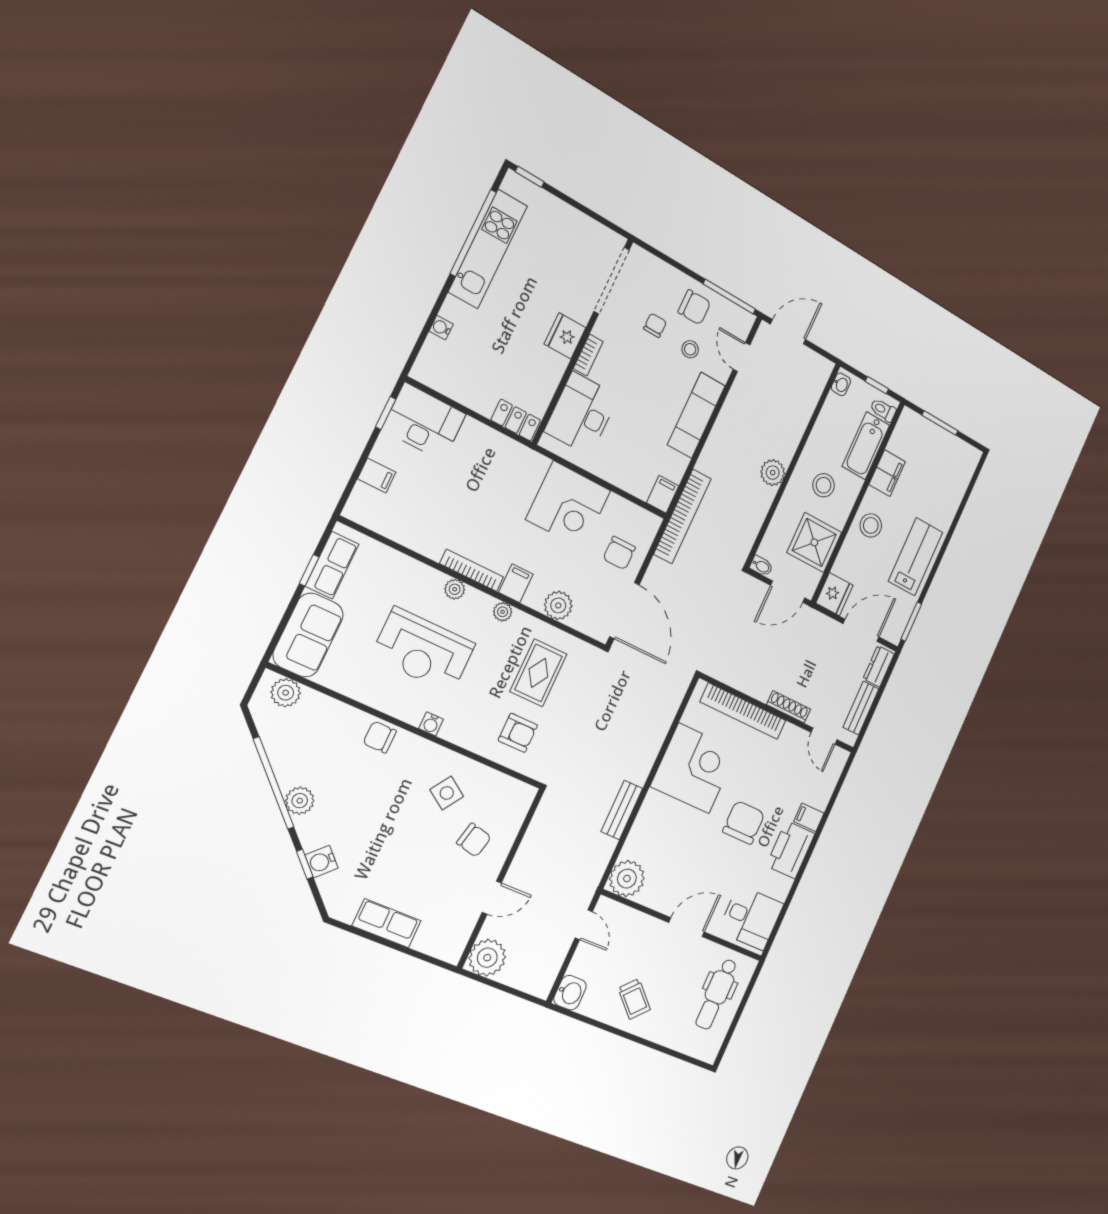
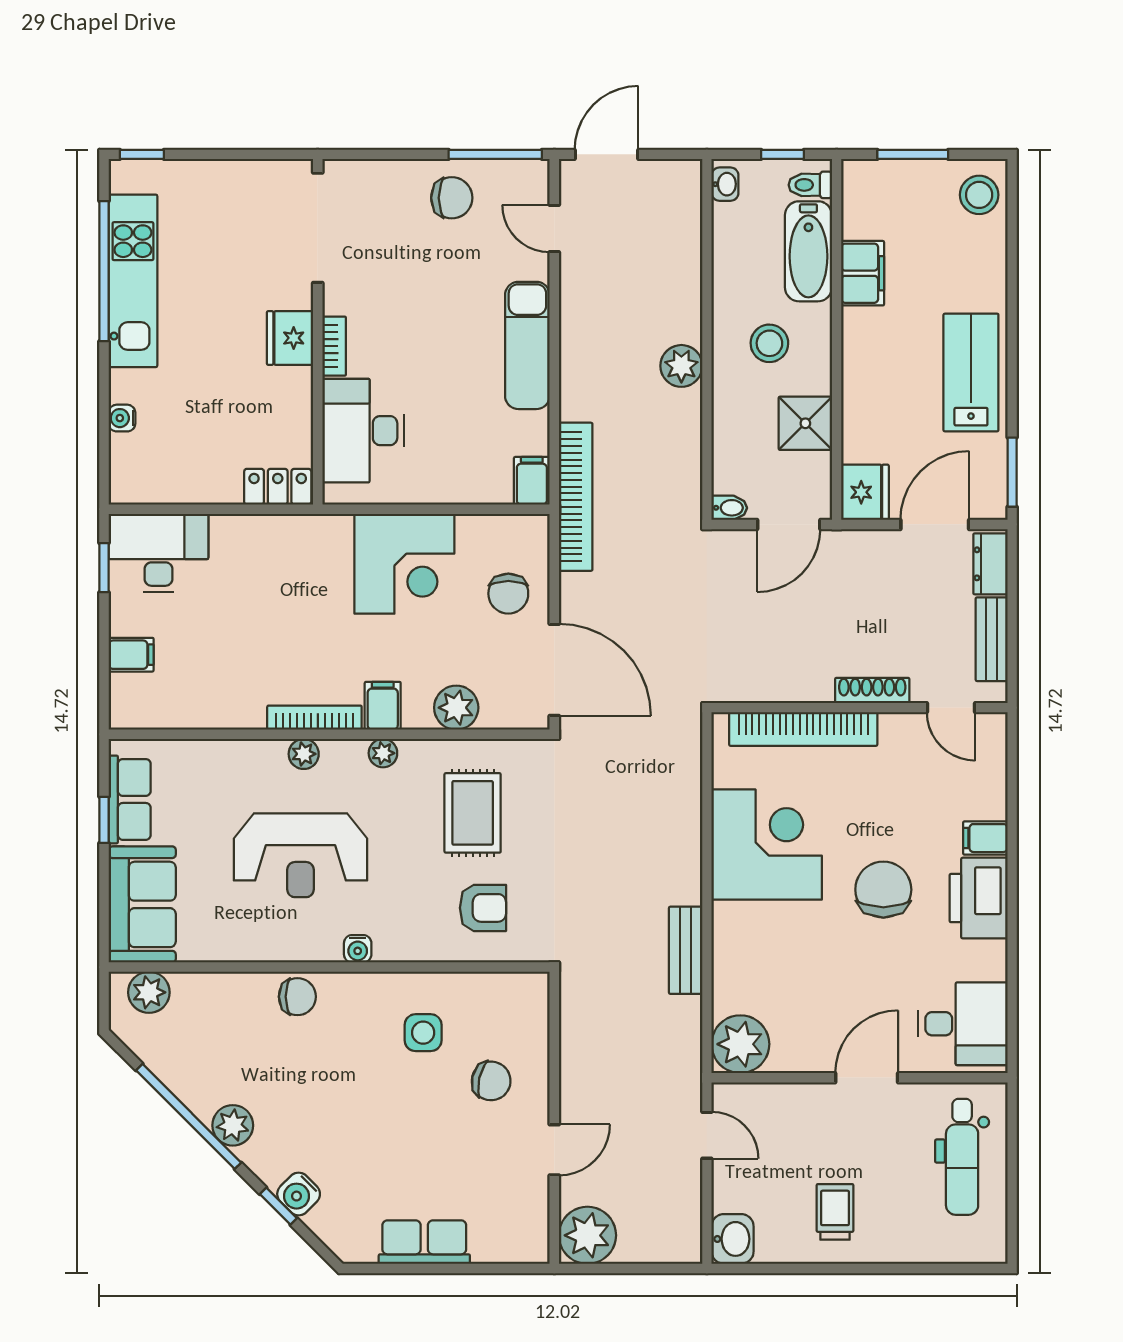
chair: (655, 325) -> (408, 254), removed
stool: (690, 349) -> (474, 259), removed
stool: (871, 525) -> (979, 195), moved
shower: (814, 542) -> (805, 423), width x0.73, depth x0.73
chair: (380, 737) -> (297, 997), turned 180
side table: (447, 793) -> (423, 1033), turned -34
trolley: (634, 999) -> (835, 1212), turned -134

